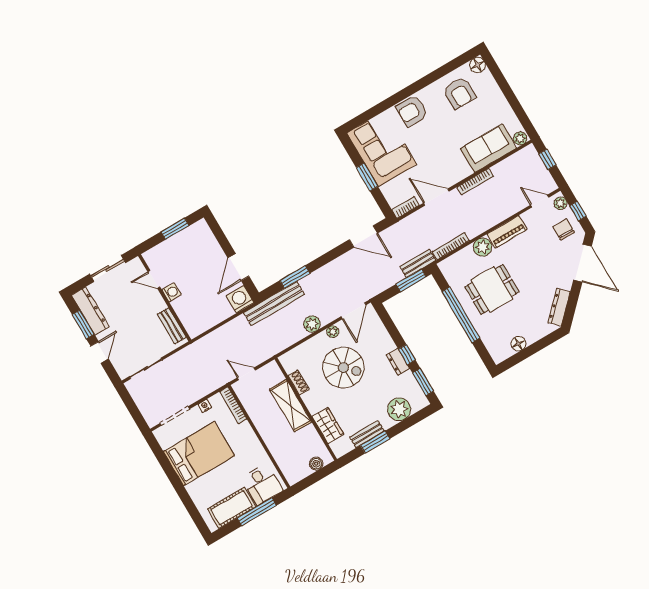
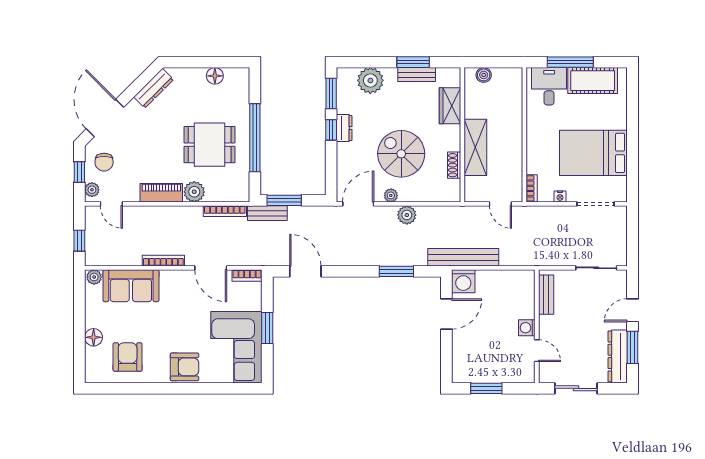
floor lamp: (477, 65) -> (94, 337), moved
bench: (274, 304) -> (463, 257), moved
bookcase: (233, 405) -> (532, 188), width x0.64

